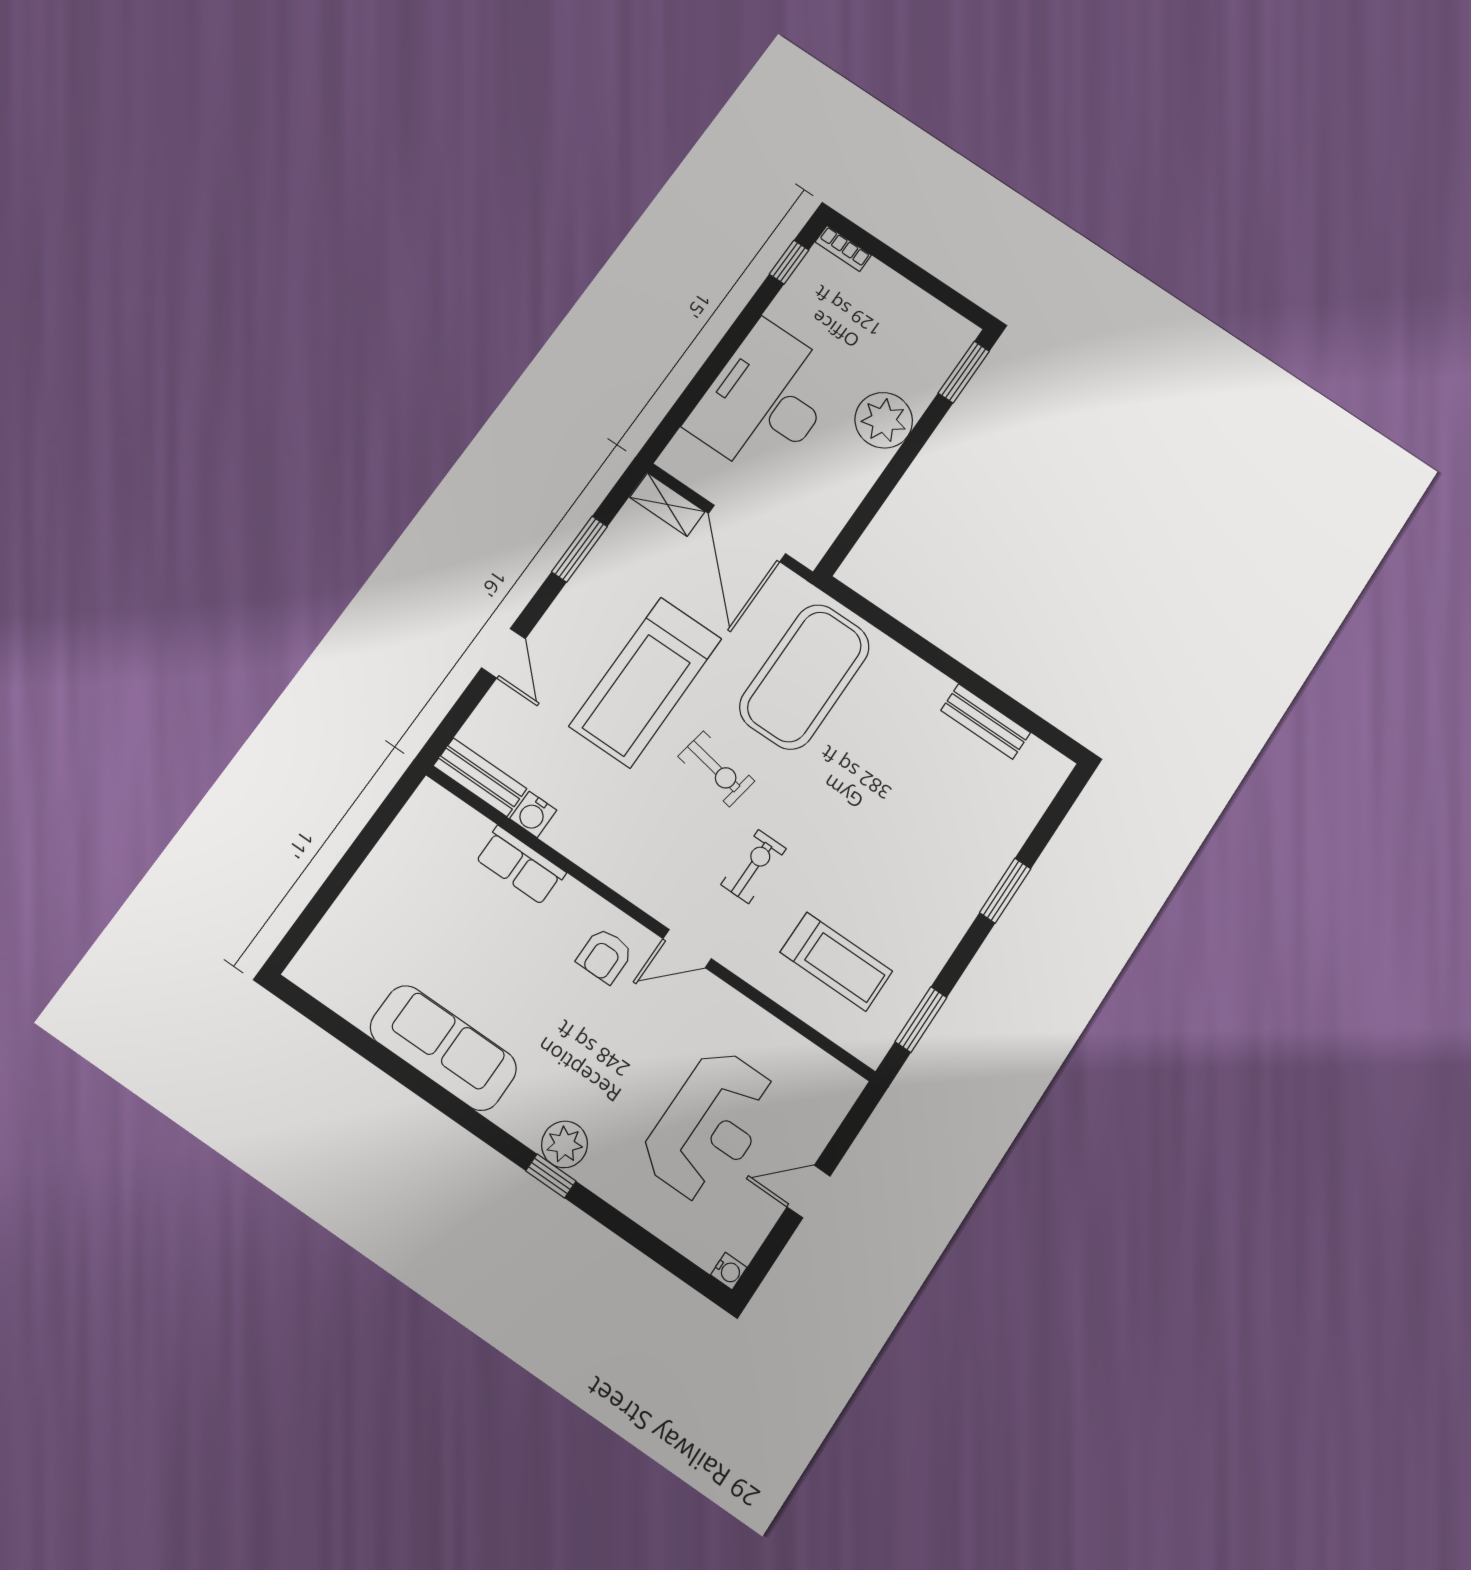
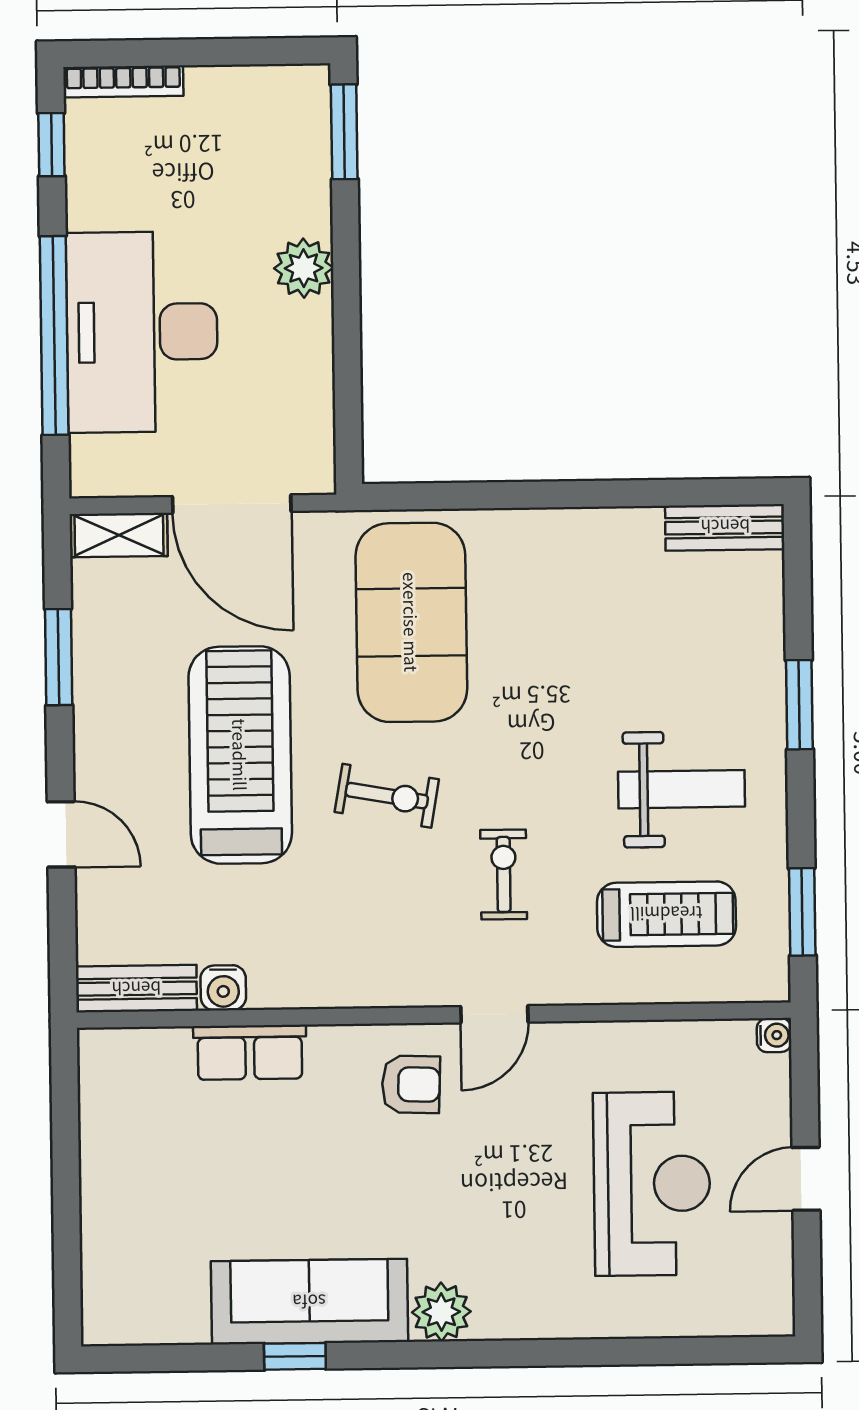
bookcase: (843, 249) -> (123, 81), width x1.56
window: (713, 367) -> (54, 335), added
plant: (884, 420) -> (304, 268), width x0.73, depth x0.73
treadmill: (646, 682) -> (240, 755), turned 180
bench: (986, 722) -> (725, 527), moved
weight bench: (898, 891) -> (682, 789), added
armchair: (605, 956) -> (411, 1084), turned -88
plant: (565, 1144) -> (441, 1312), moved
window: (551, 1176) -> (295, 1356), moved
water cooler: (729, 1271) -> (774, 1035), moved

